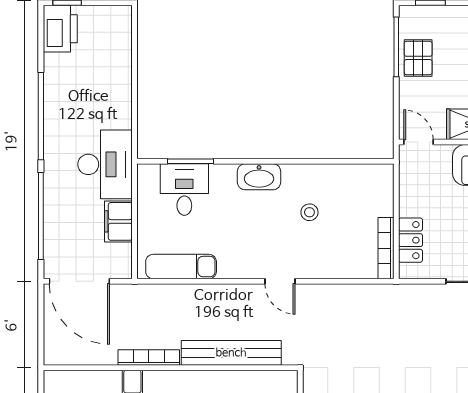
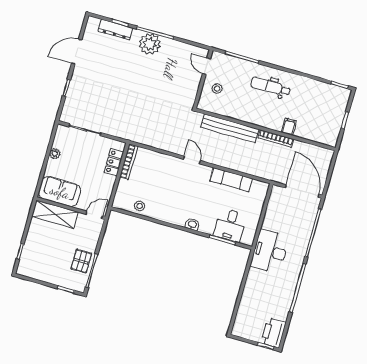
door: (418, 142) -> (94, 215), swing flipped
washbasin: (259, 177) -> (192, 224), width x0.52, depth x0.69
stool: (309, 212) -> (140, 206), moved
filing cabinet: (118, 221) -> (271, 218), removed
exam couch: (181, 267) -> (231, 180), moved

